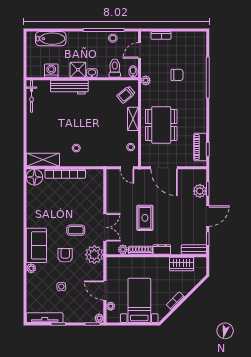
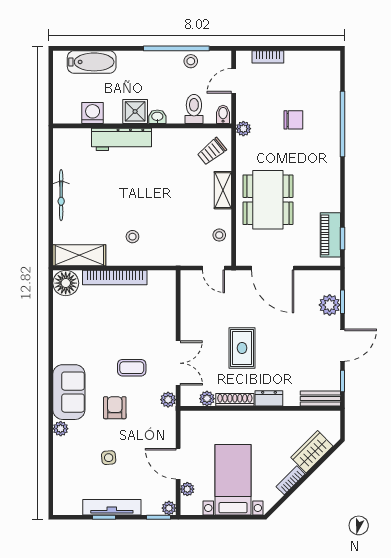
bicycle: (32, 96) -> (61, 195), moved
plant: (94, 255) -> (168, 400), width x0.53, depth x0.53
wardrobe: (182, 264) -> (312, 452), moved, turned 135
tv unit: (45, 318) -> (112, 507), moved

